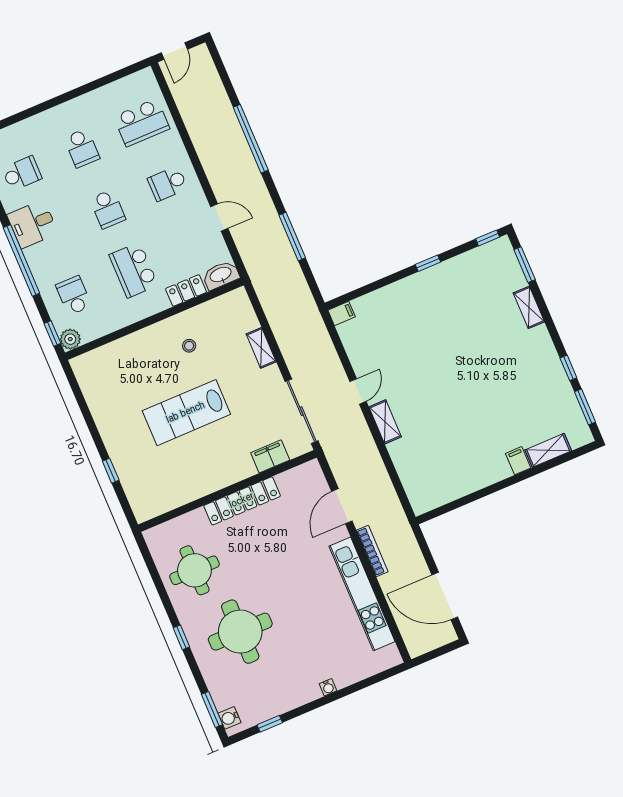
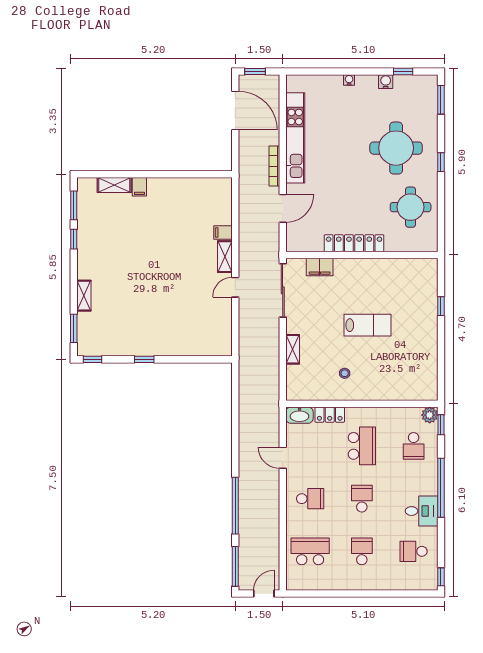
window: (292, 237) -> (235, 566), moved
filing cabinet: (342, 314) -> (223, 232), moved
lab bench: (186, 413) -> (367, 325), width x0.73, depth x0.72
window: (441, 651) -> (255, 71), added
water cooler: (229, 718) -> (386, 82), moved, turned -90

